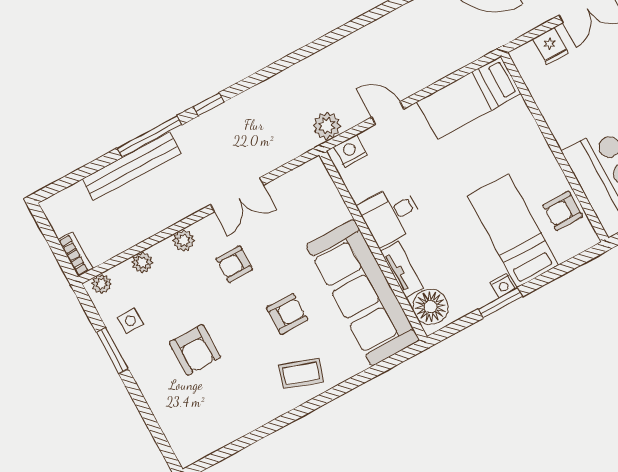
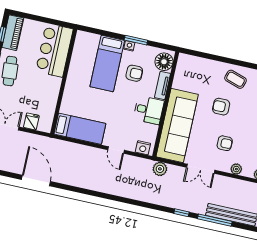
plant: (327, 126) -> (160, 169), moved
double door: (237, 195) -> (201, 169), swing flipped
armchair: (563, 211) -> (134, 73), moved
sofa: (363, 293) -> (177, 126), moved

